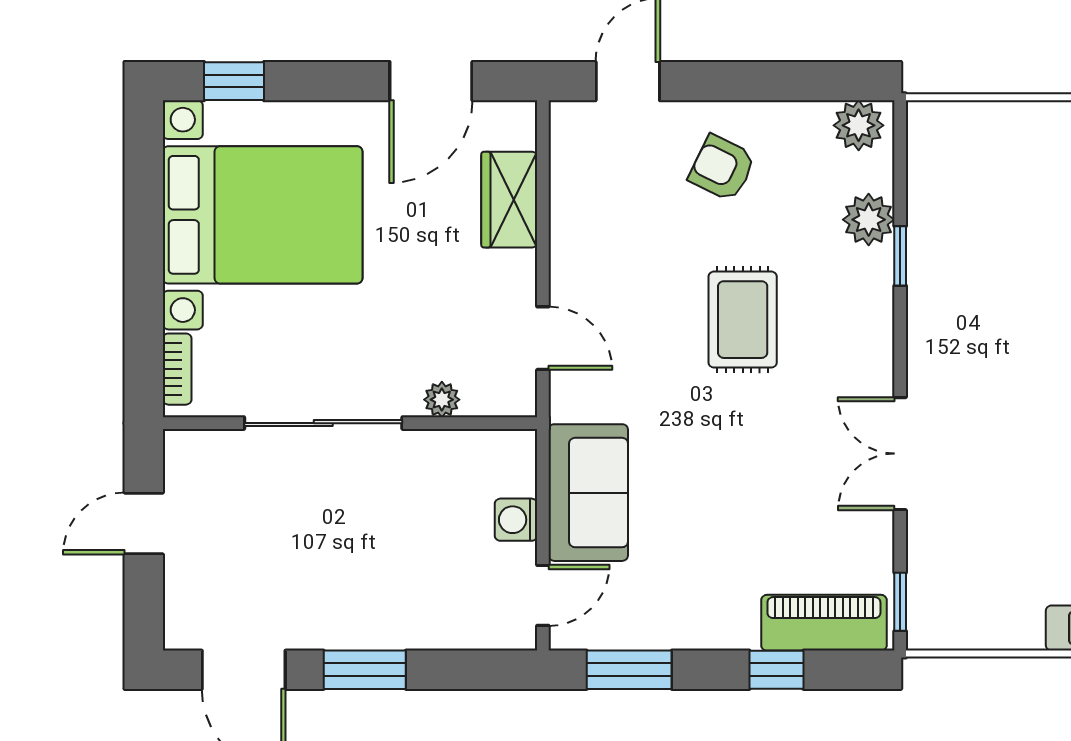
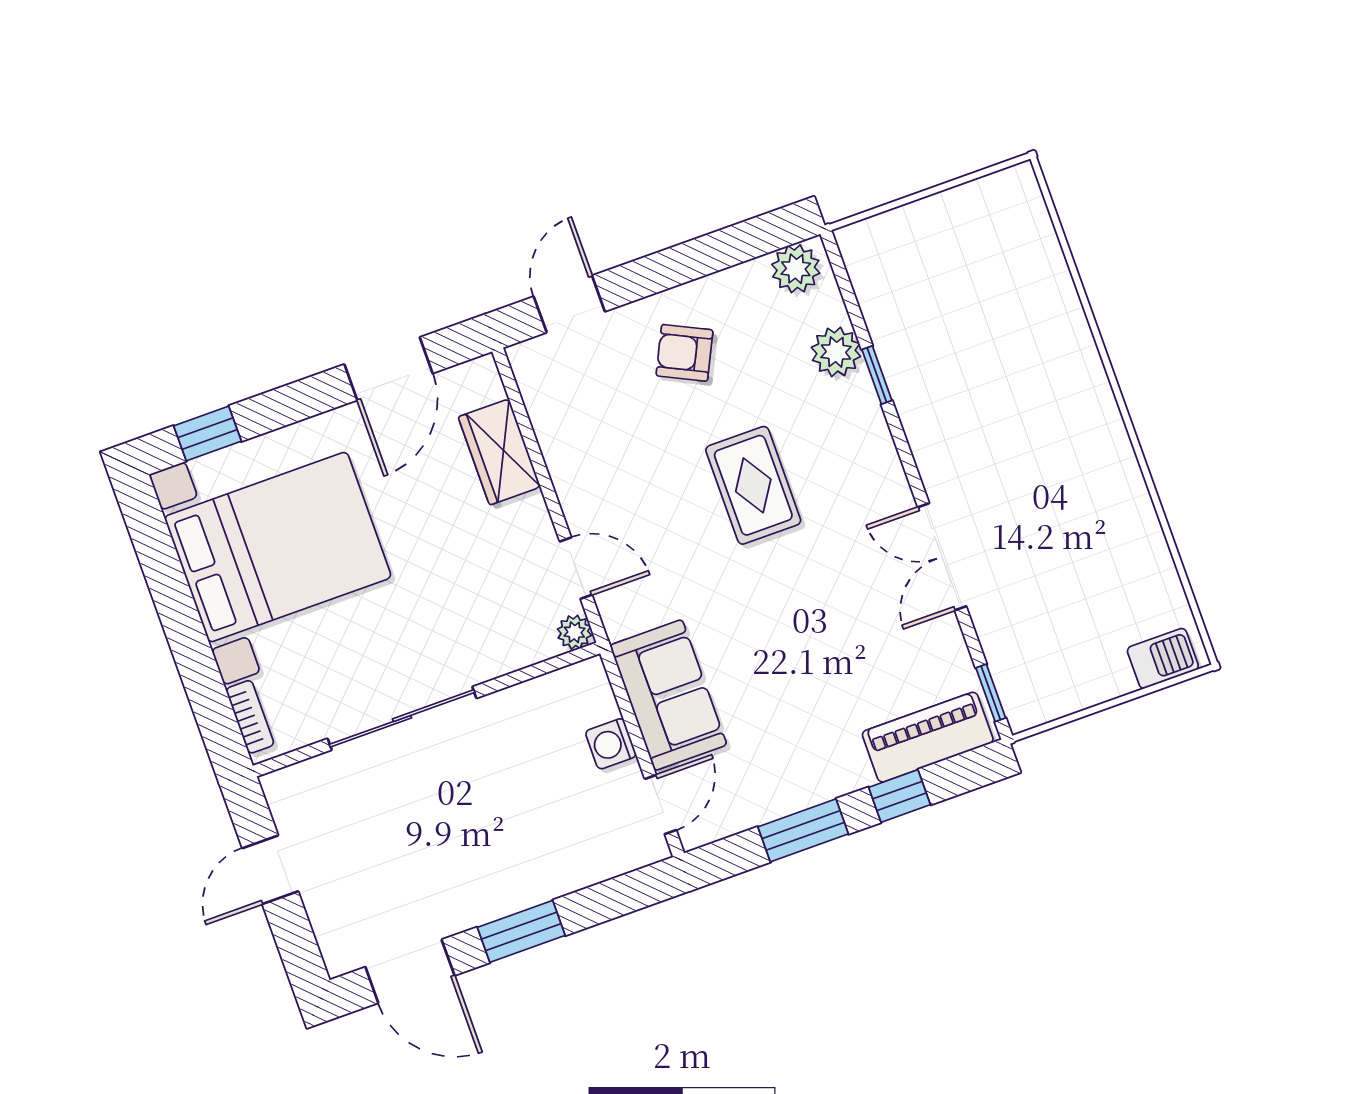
plant: (442, 400) -> (574, 632), moved
window: (629, 670) -> (803, 830), moved

